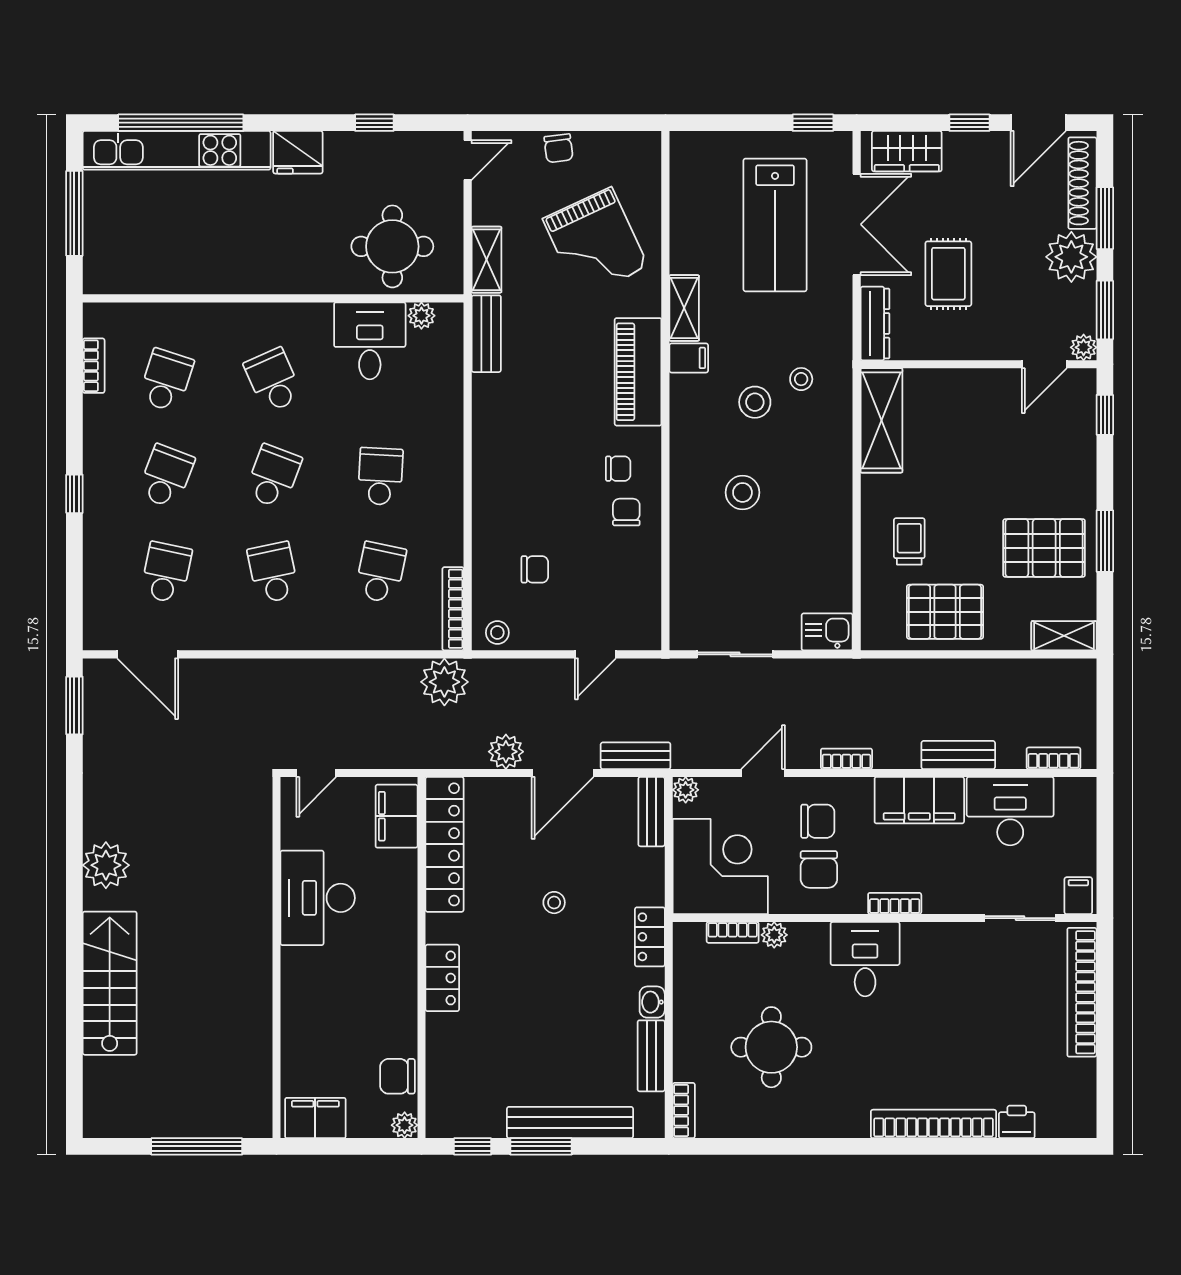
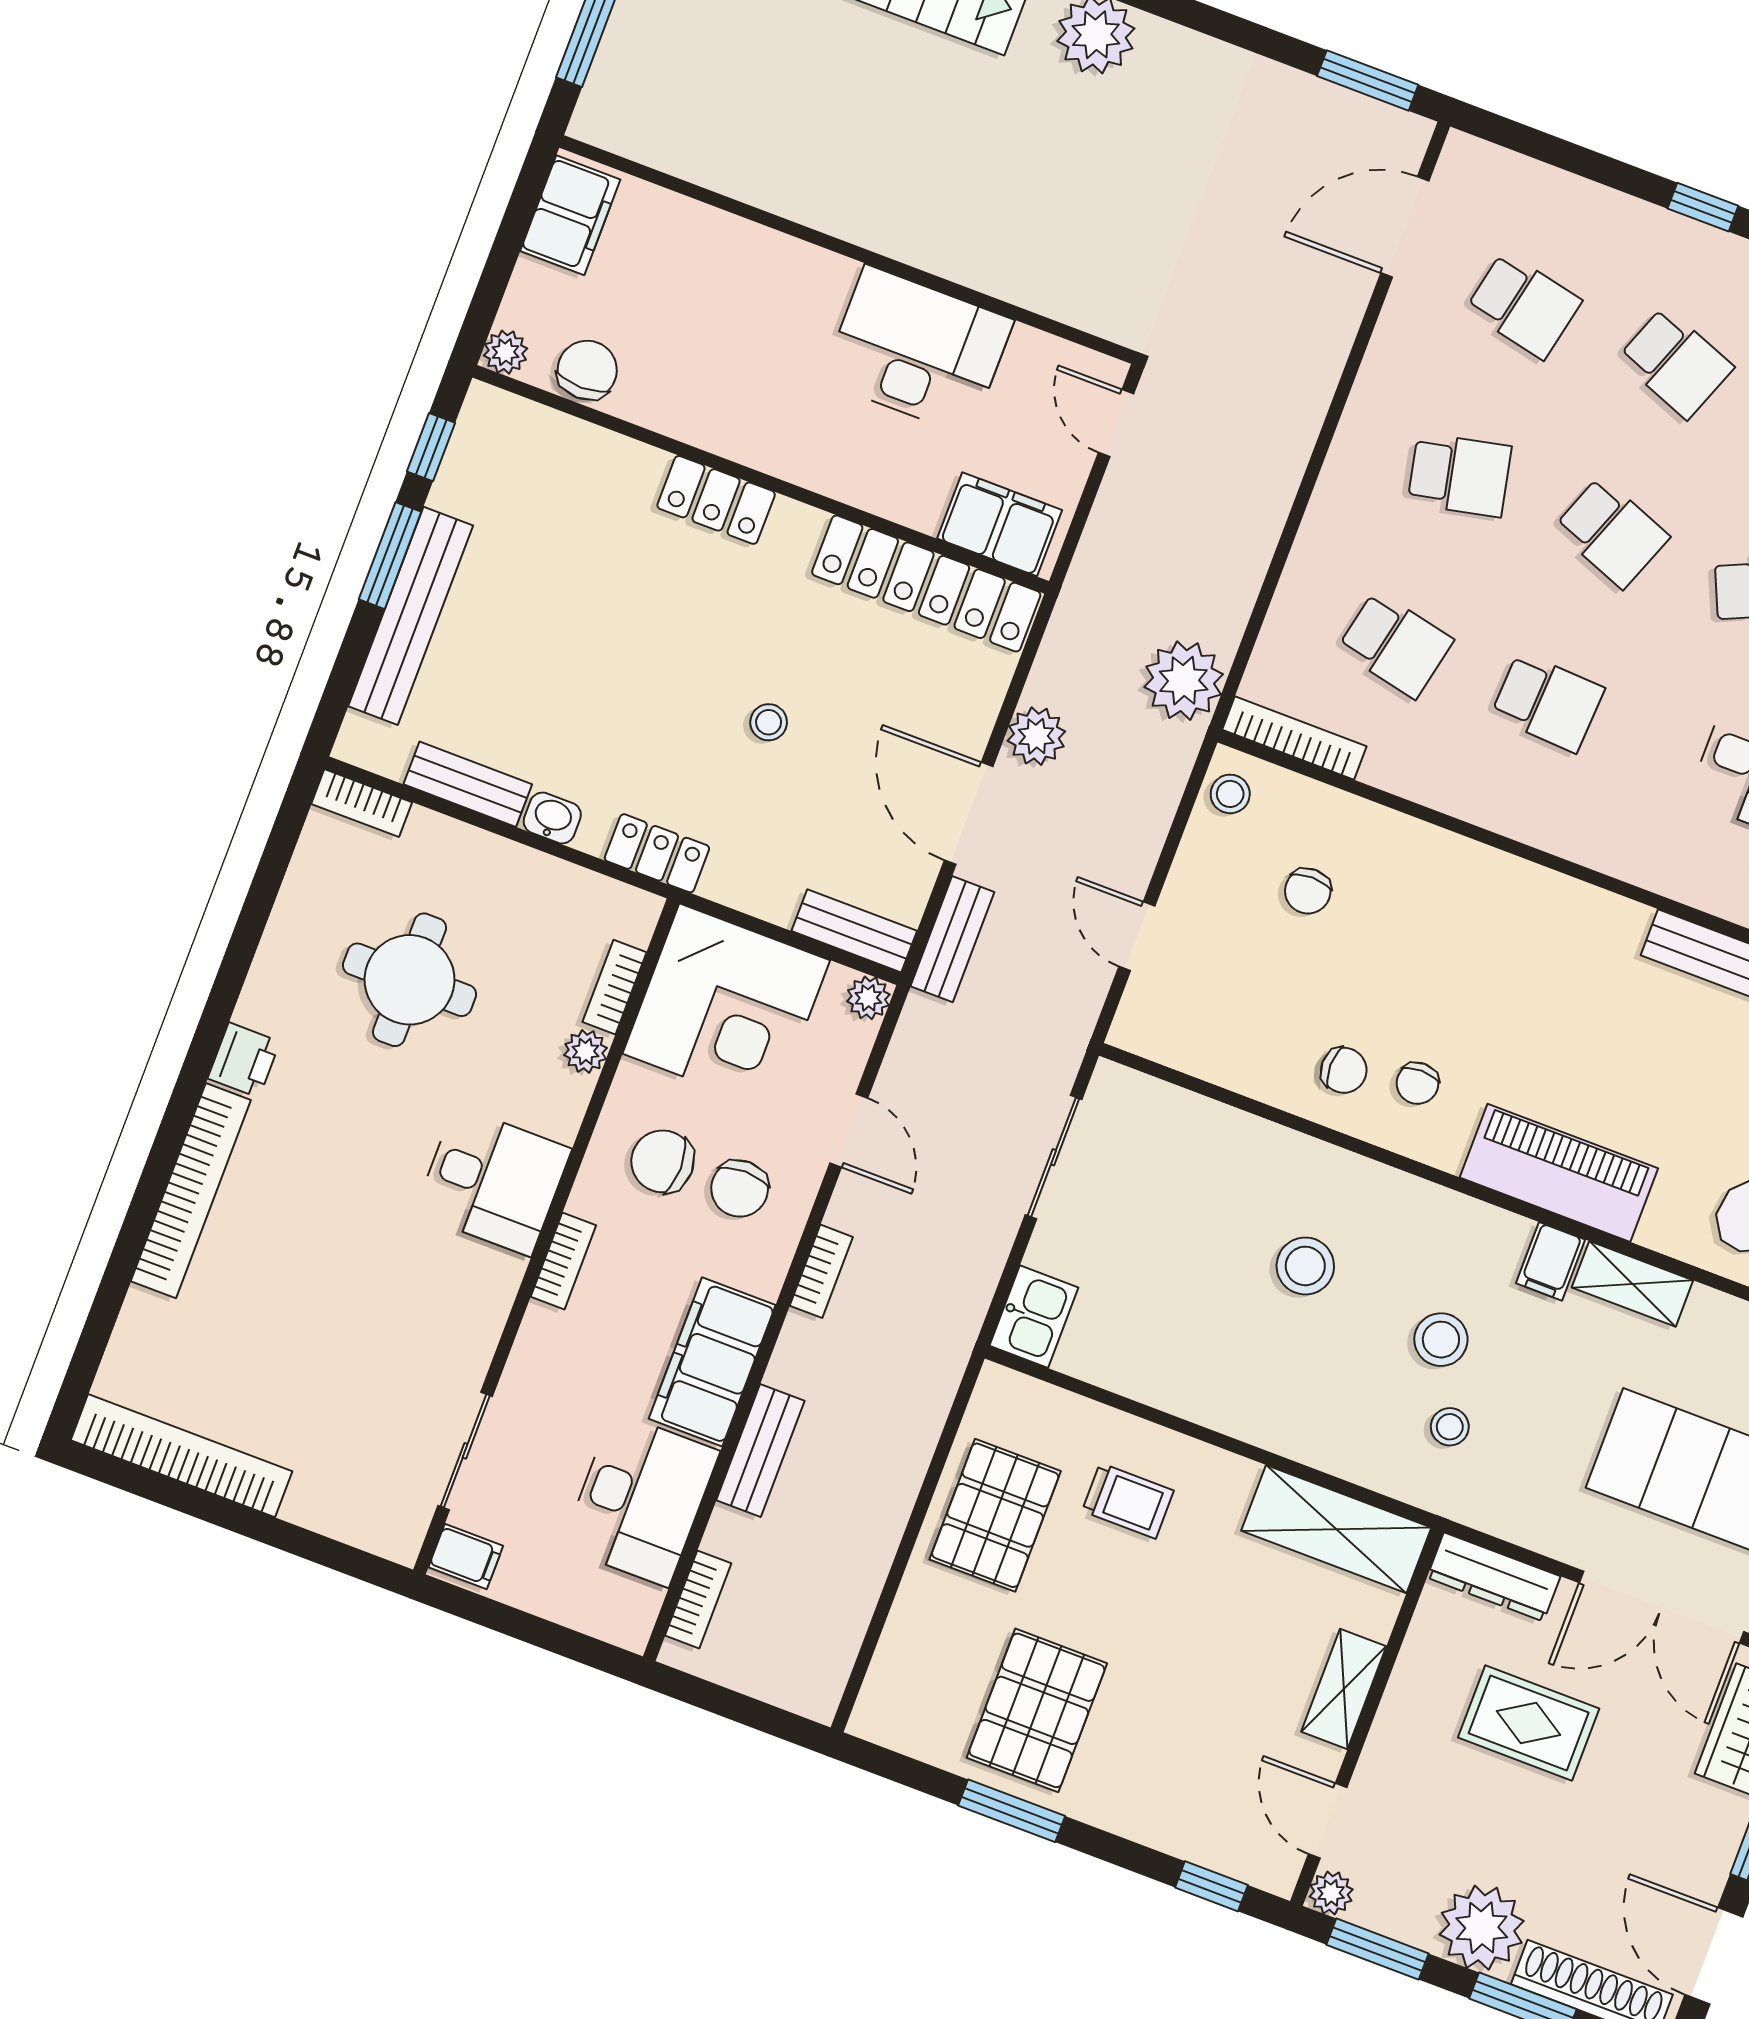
shelving: (1064, 636) -> (1344, 1689), moved
bookcase: (1082, 992) -> (182, 1456), moved
printer: (1017, 1122) -> (244, 1060), moved

